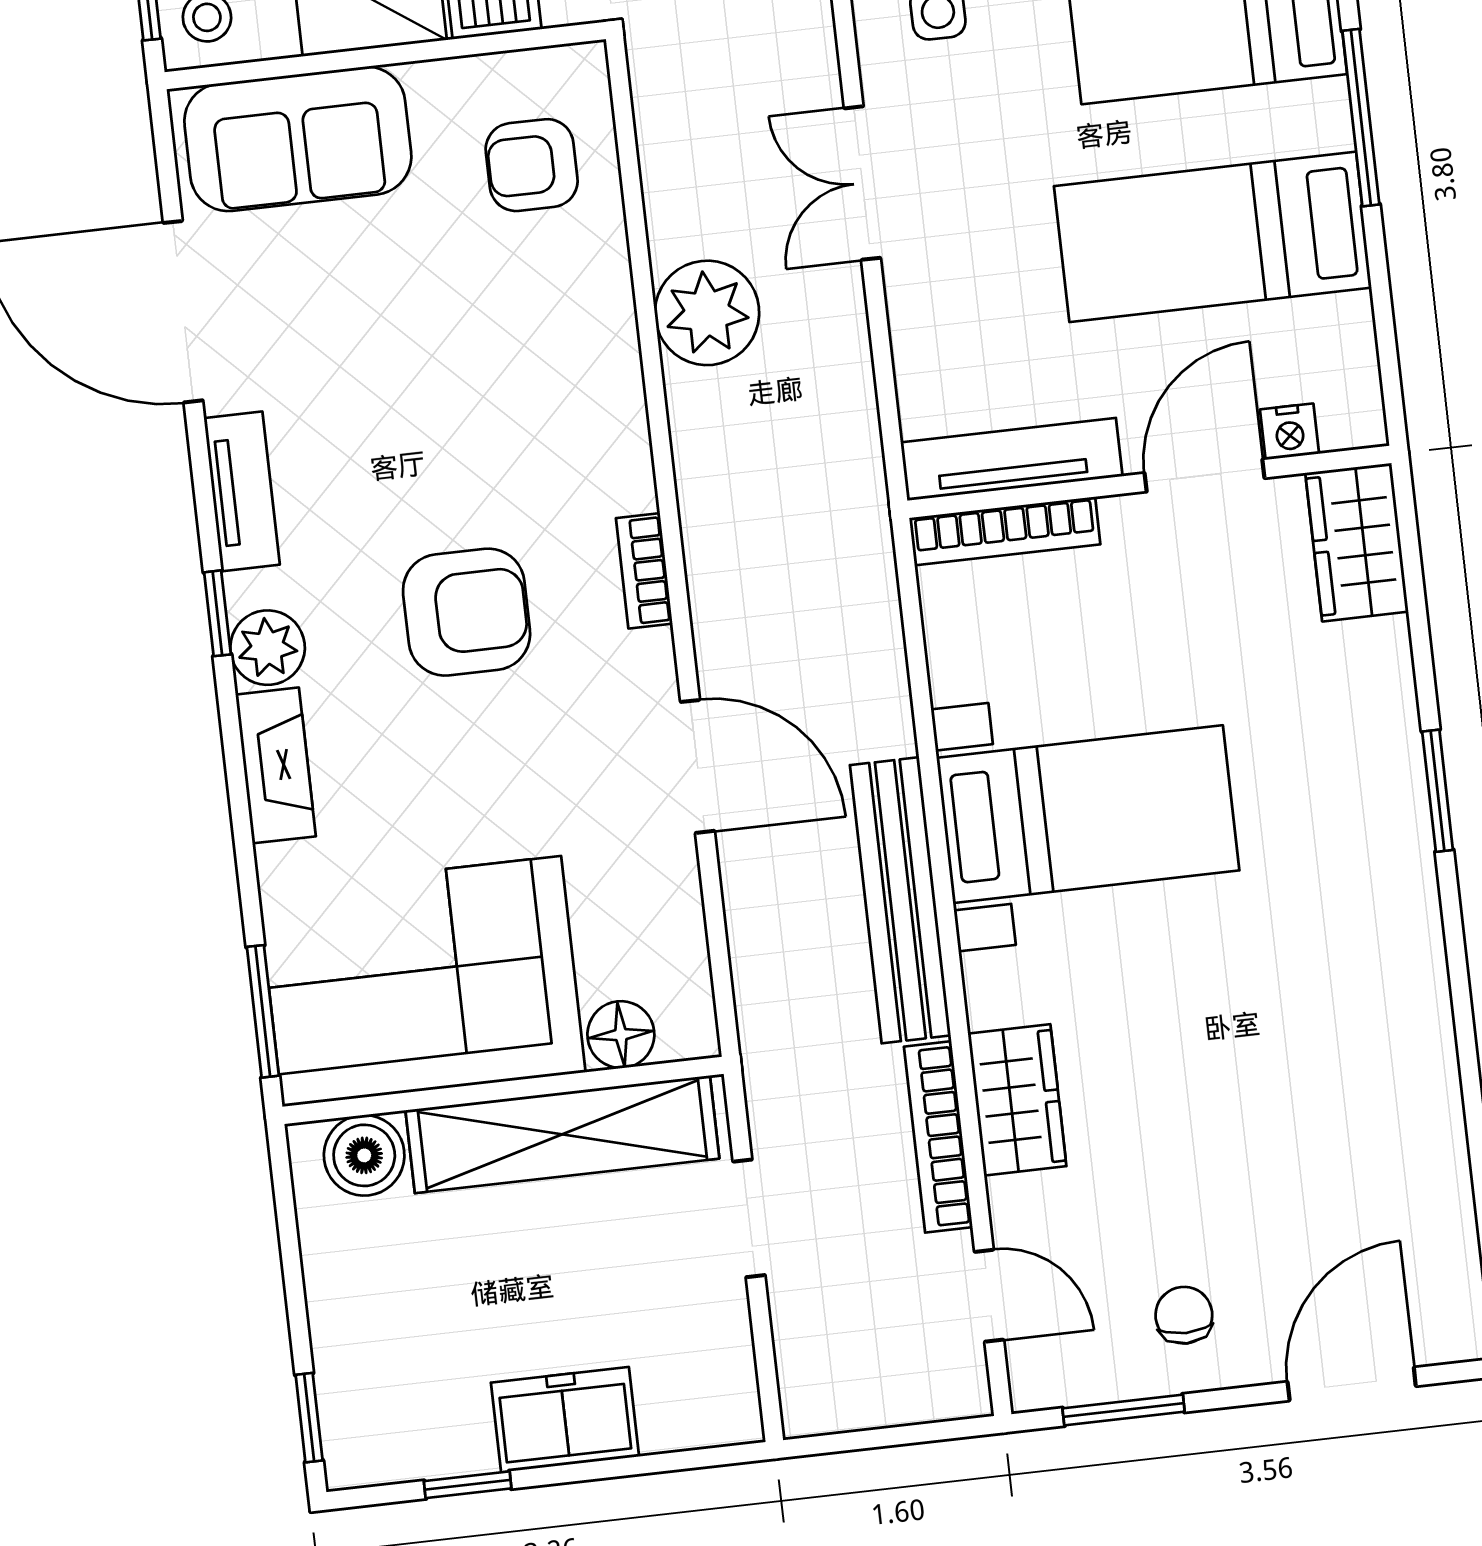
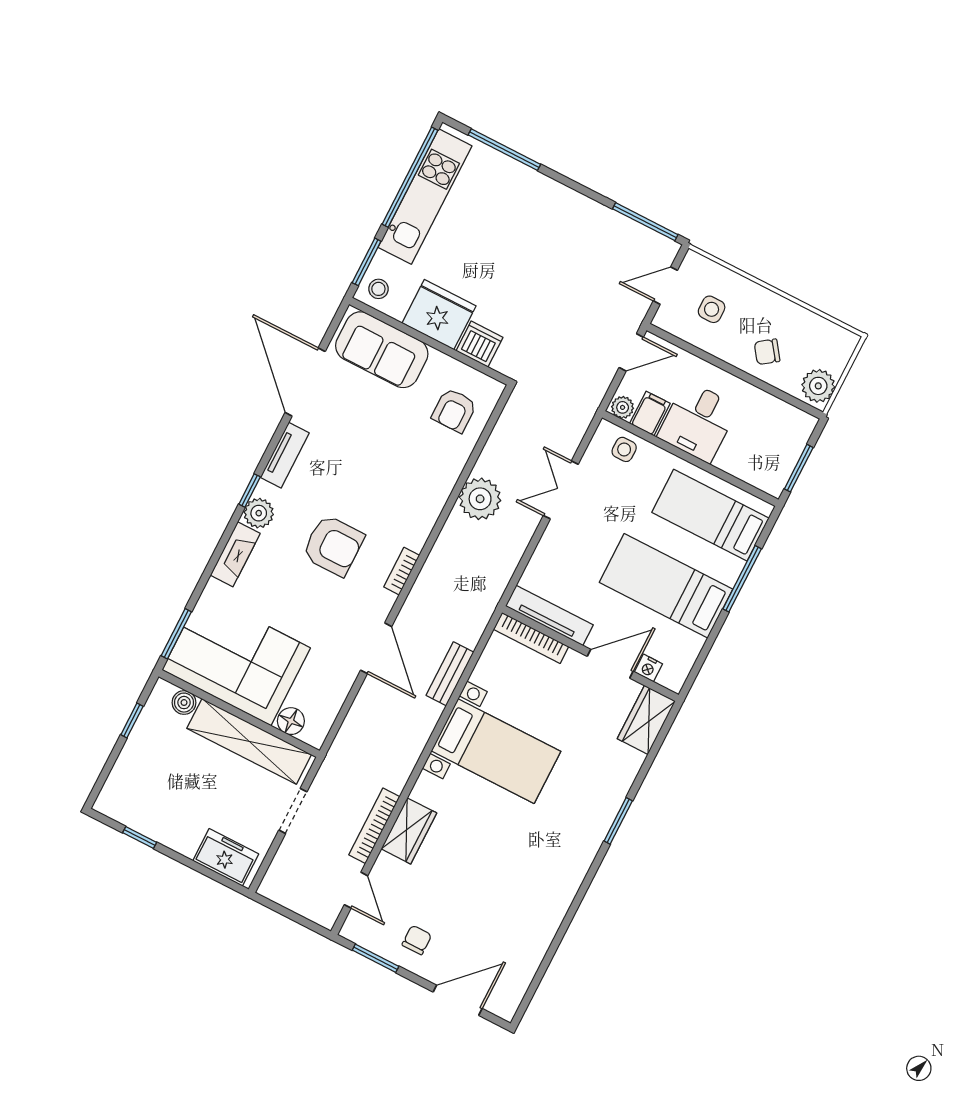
armchair: (532, 165) -> (454, 410), turned -90
bench: (900, 900) -> (450, 674), moved, width x0.54, depth x0.82
boiler: (364, 1155) -> (184, 703), width x0.73, depth x0.73
window: (309, 1418) -> (132, 720), moved
freezer: (565, 1420) -> (226, 857), moved

